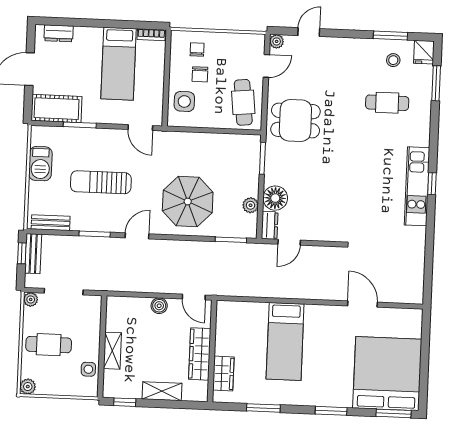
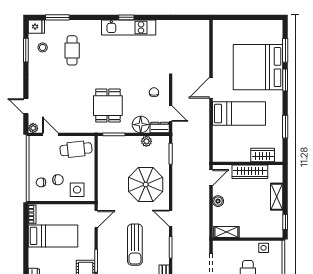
dining table: (295, 121) -> (108, 106), moved
chair: (321, 219) -> (154, 92), added
door: (362, 304) -> (211, 88), moved
shelving: (112, 351) -> (226, 232), moved
bed: (387, 374) -> (258, 67), moved
window: (394, 413) -> (285, 50), moved

